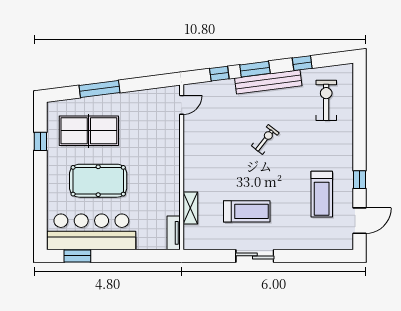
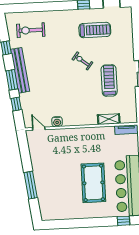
table tennis table: (89, 131) -> (60, 191), removed
water cooler: (190, 132) -> (57, 122), added
exercise bike: (265, 139) -> (82, 61), moved
window: (40, 141) -> (123, 221), moved

